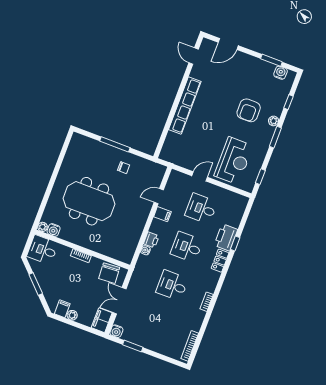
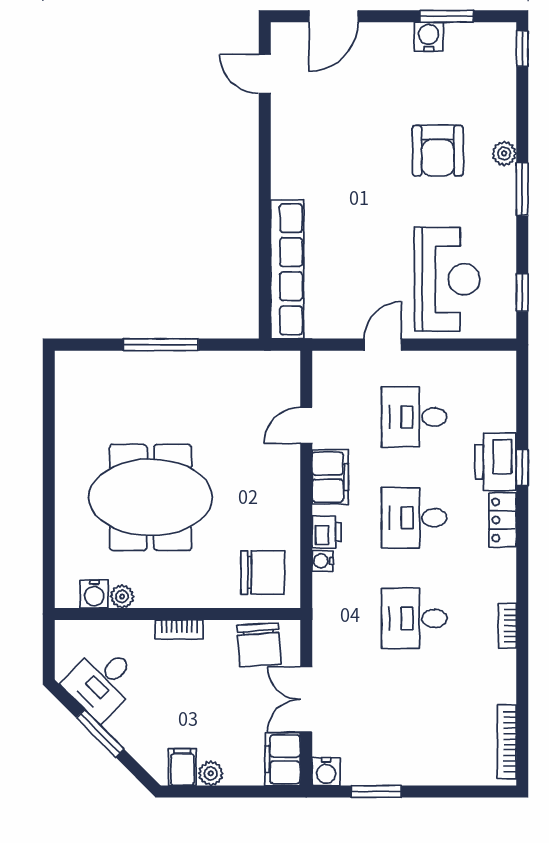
water cooler: (281, 73) -> (429, 37), moved
window: (289, 102) -> (522, 49), moved
row of seats: (185, 105) -> (287, 269), moved
chair: (124, 168) -> (263, 573), moved, width x1.87, depth x1.87
filing cabinet: (162, 214) -> (330, 477), width x2.00
plant: (43, 227) -> (122, 596), moved
desk: (43, 250) -> (102, 682), moved, turned -45

